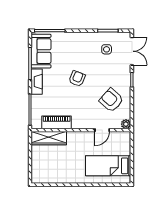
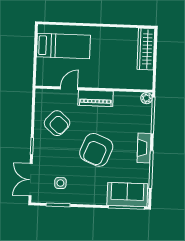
sofa: (41, 51) -> (127, 195), moved, turned 90
armchair: (77, 79) -> (96, 150), width x1.88, depth x1.88
piano: (57, 122) -> (96, 98), moved
plant: (126, 124) -> (146, 98), moved
wardrobe: (49, 138) -> (146, 49), moved, turned -90

